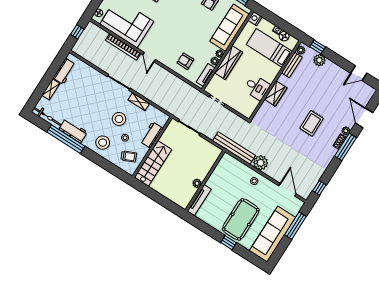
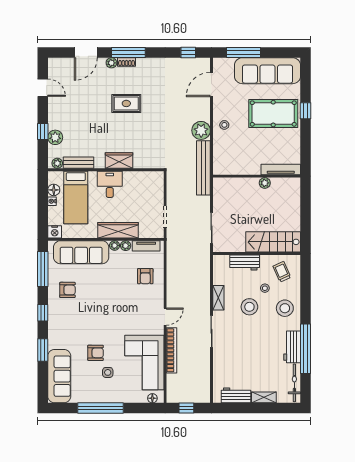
window: (318, 47) -> (43, 131), moved
desk: (257, 87) -> (110, 184), moved

